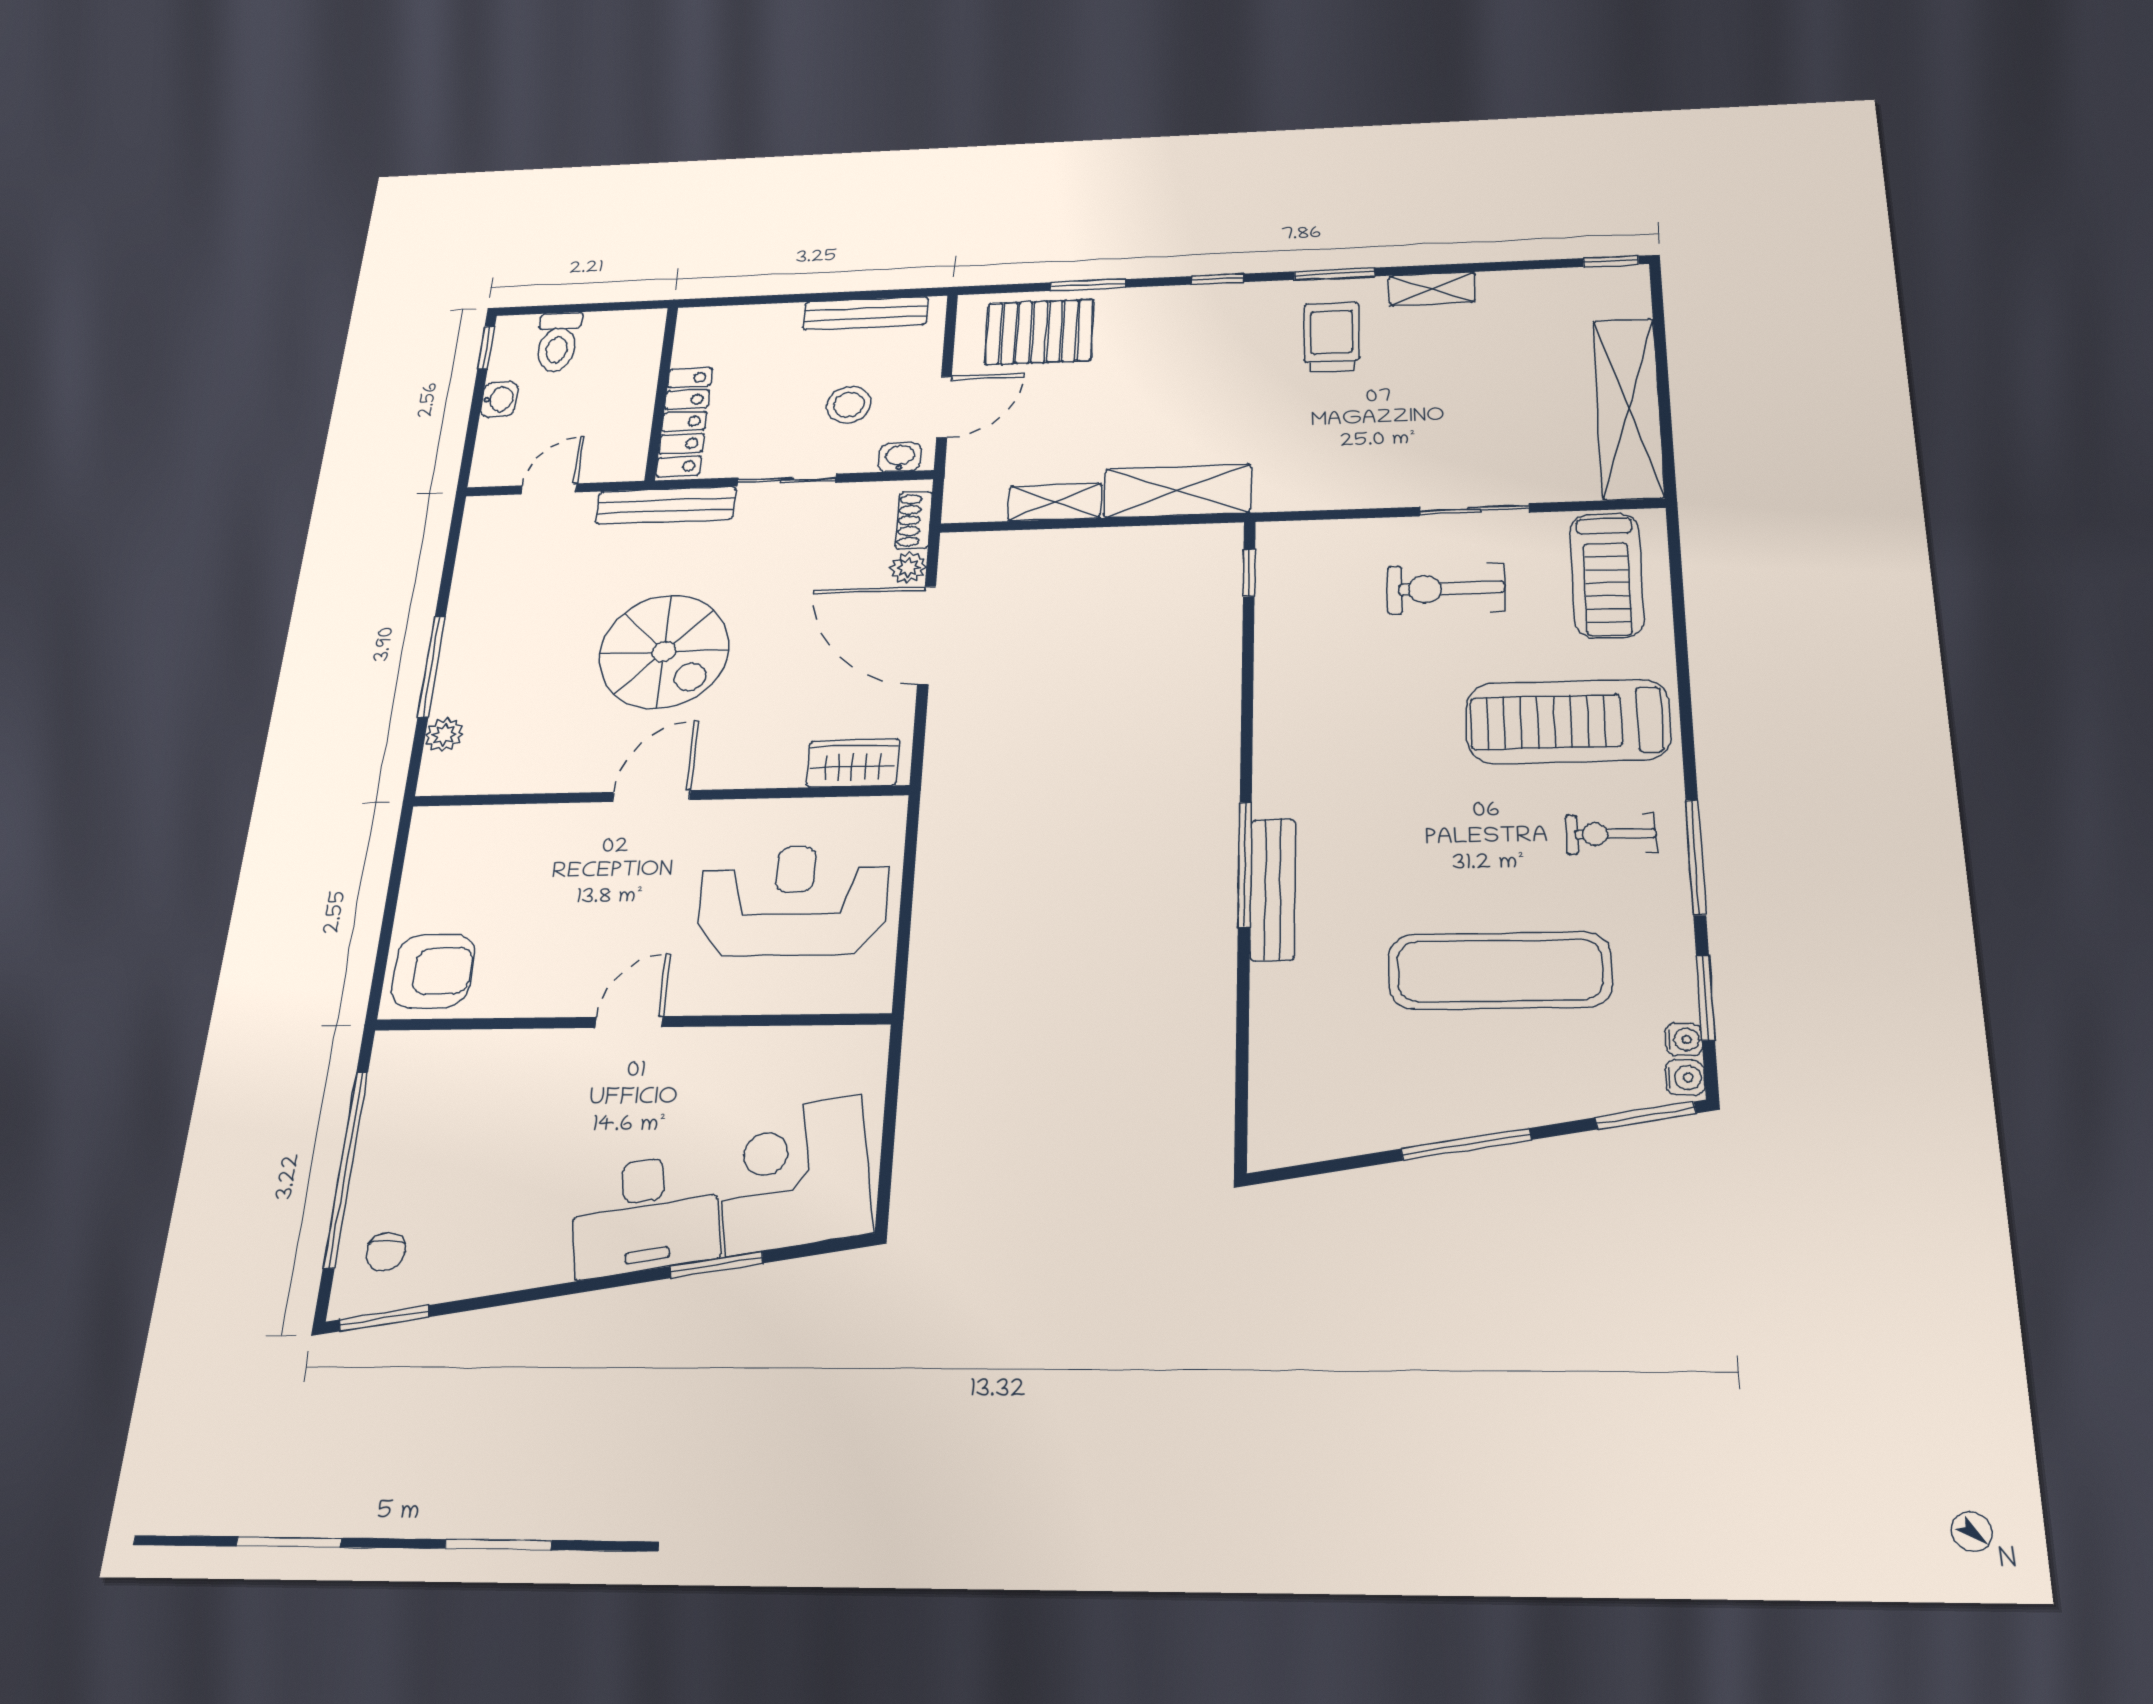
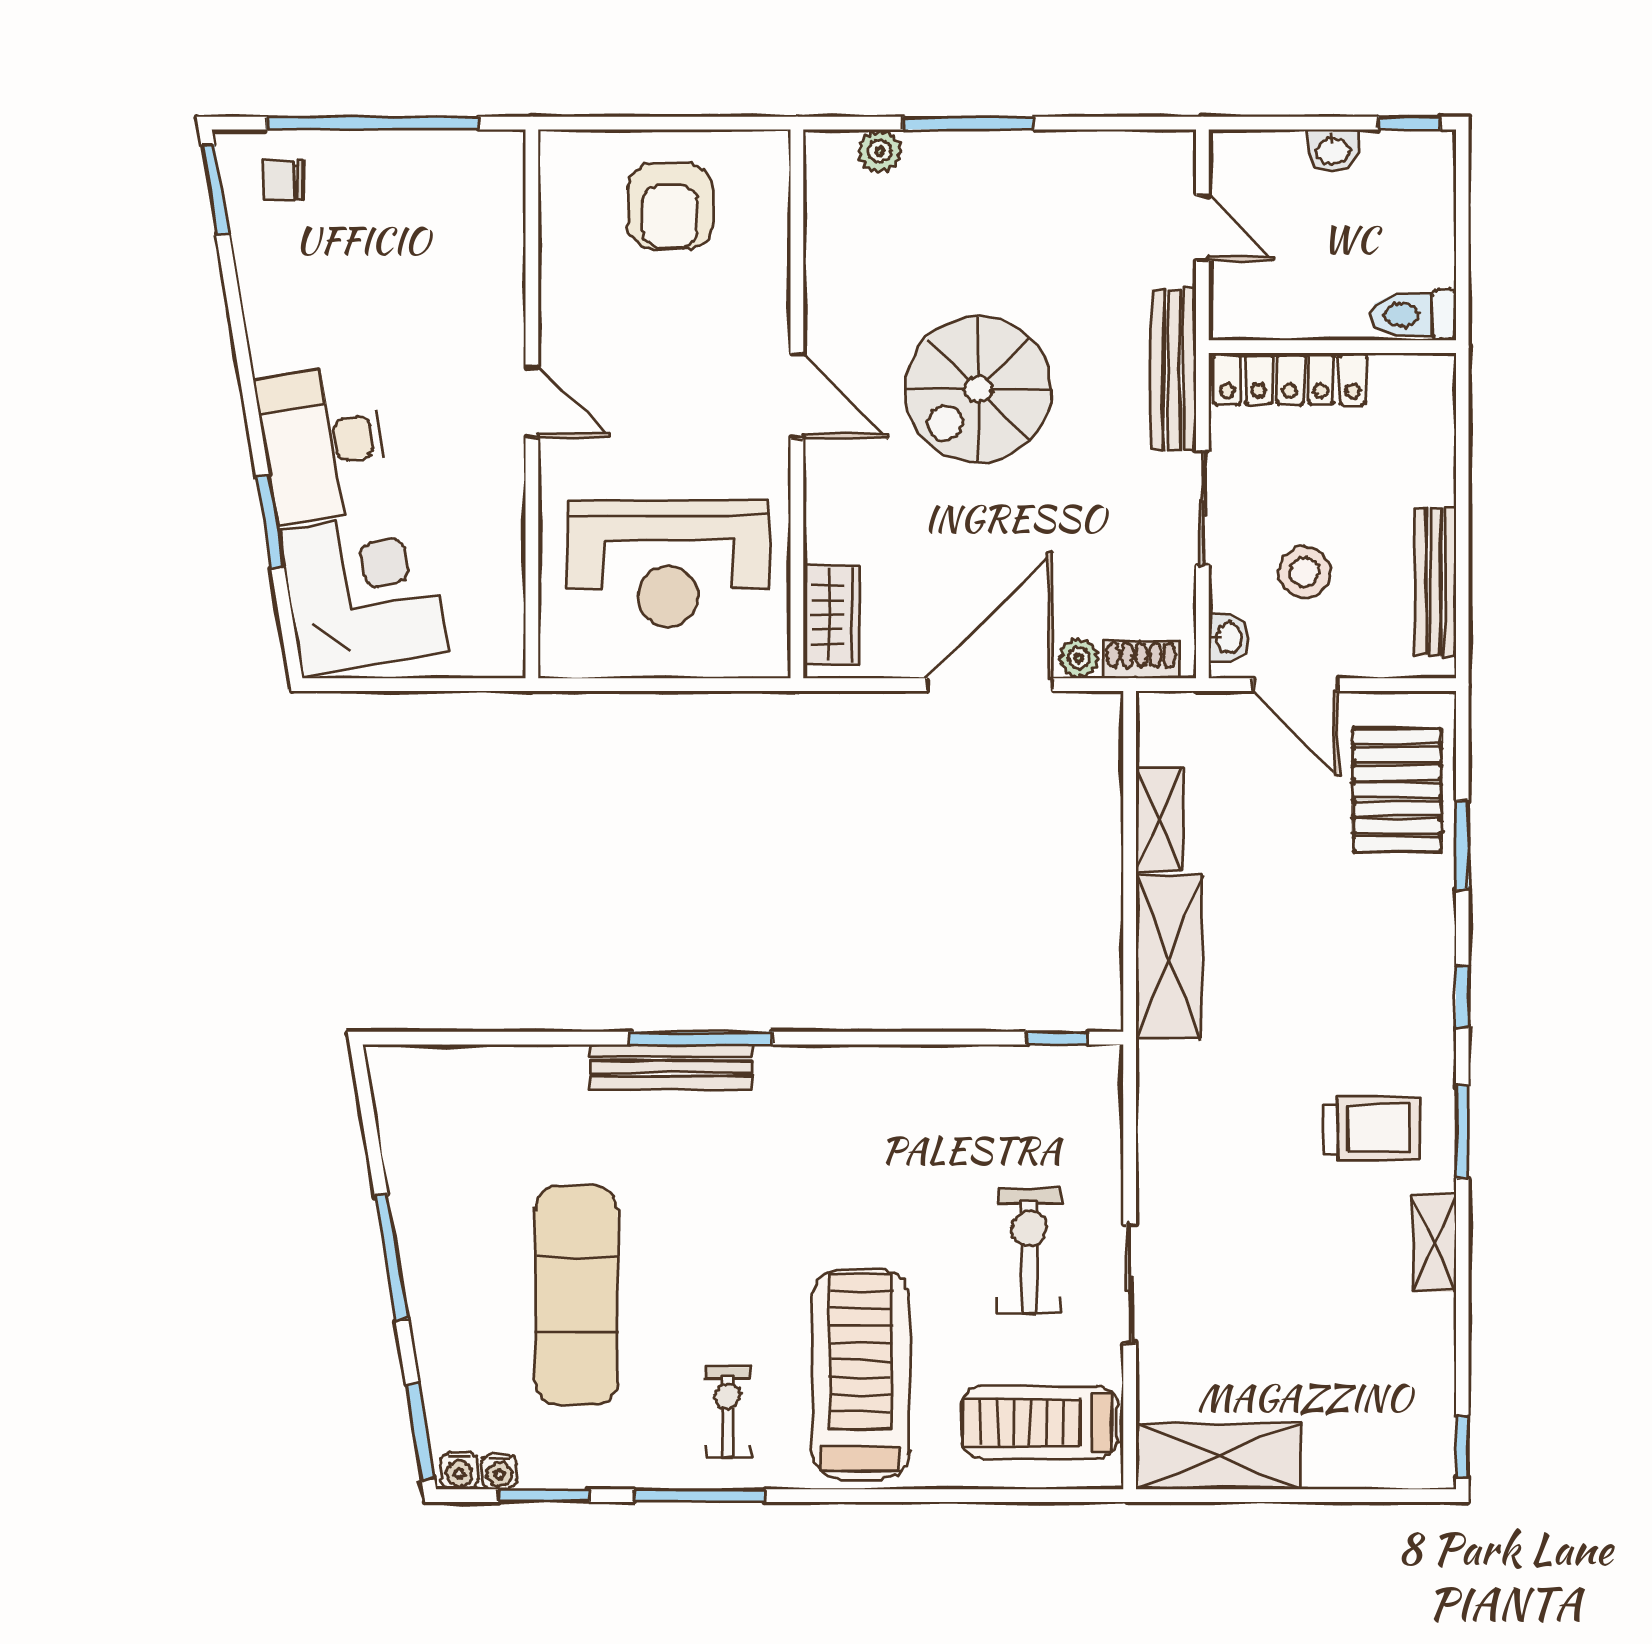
toilet: (558, 342) -> (1413, 315), moved
shelving: (1628, 408) -> (1219, 1456), width x0.68
reception desk: (793, 901) -> (668, 563), turned 90
armchair: (433, 971) -> (670, 206), moved

